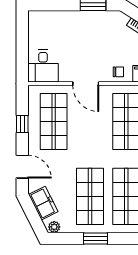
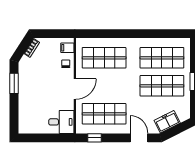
window: (22, 124) -> (94, 138), moved
door: (22, 167) -> (139, 138), hinge flipped
plant: (54, 227) -> (185, 113), removed

